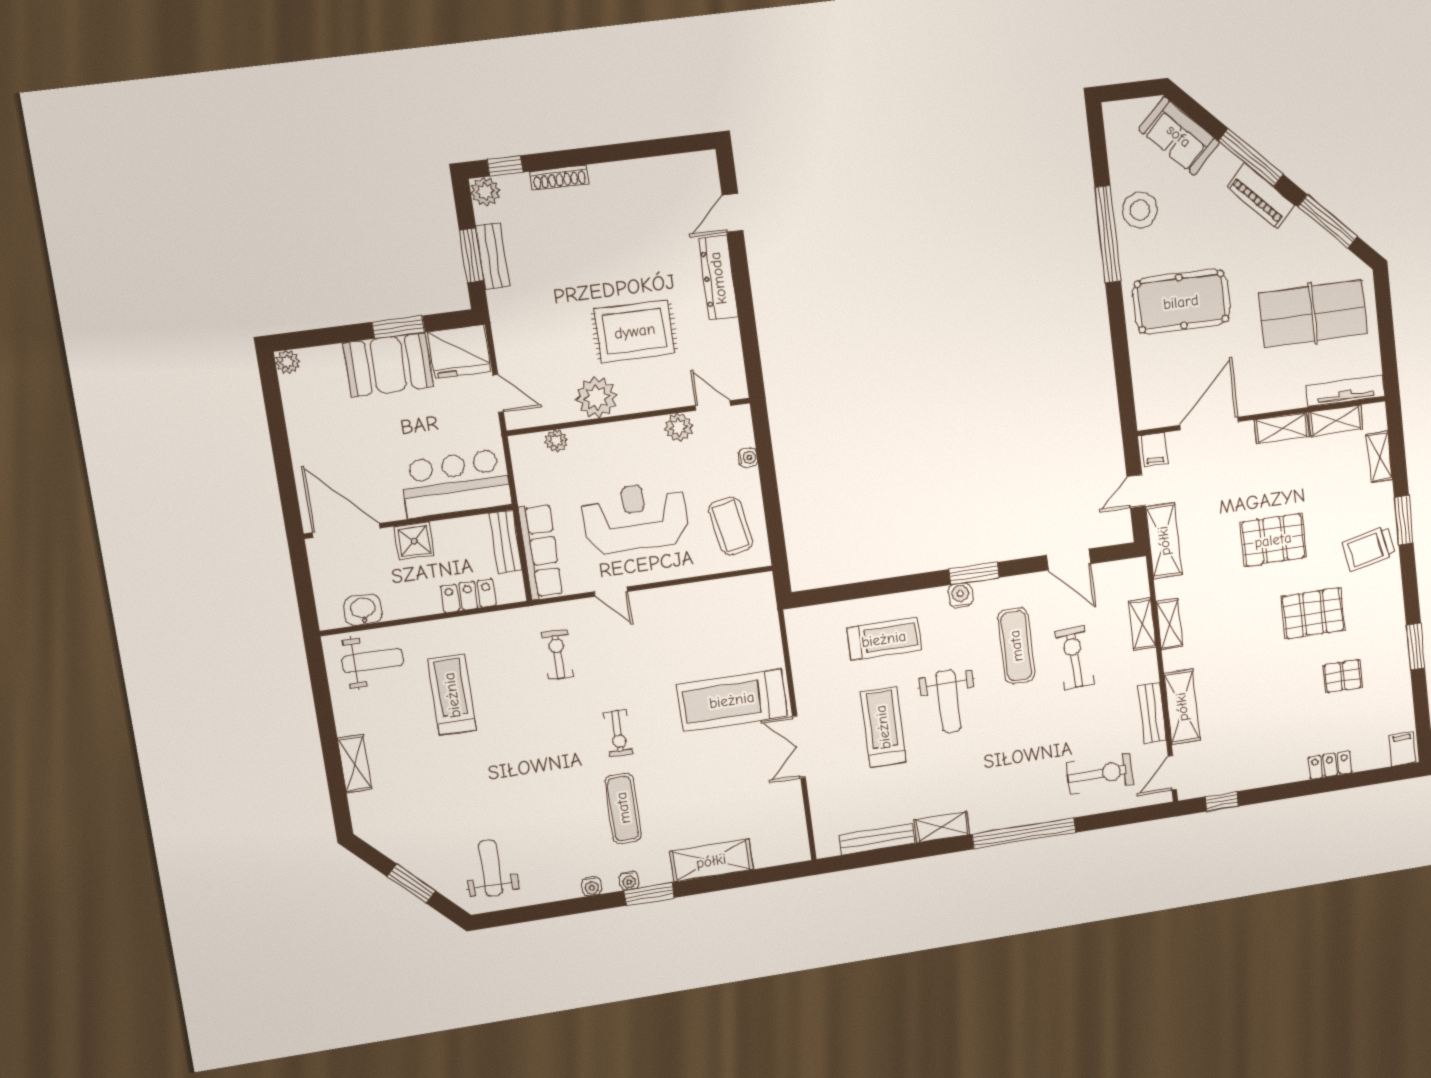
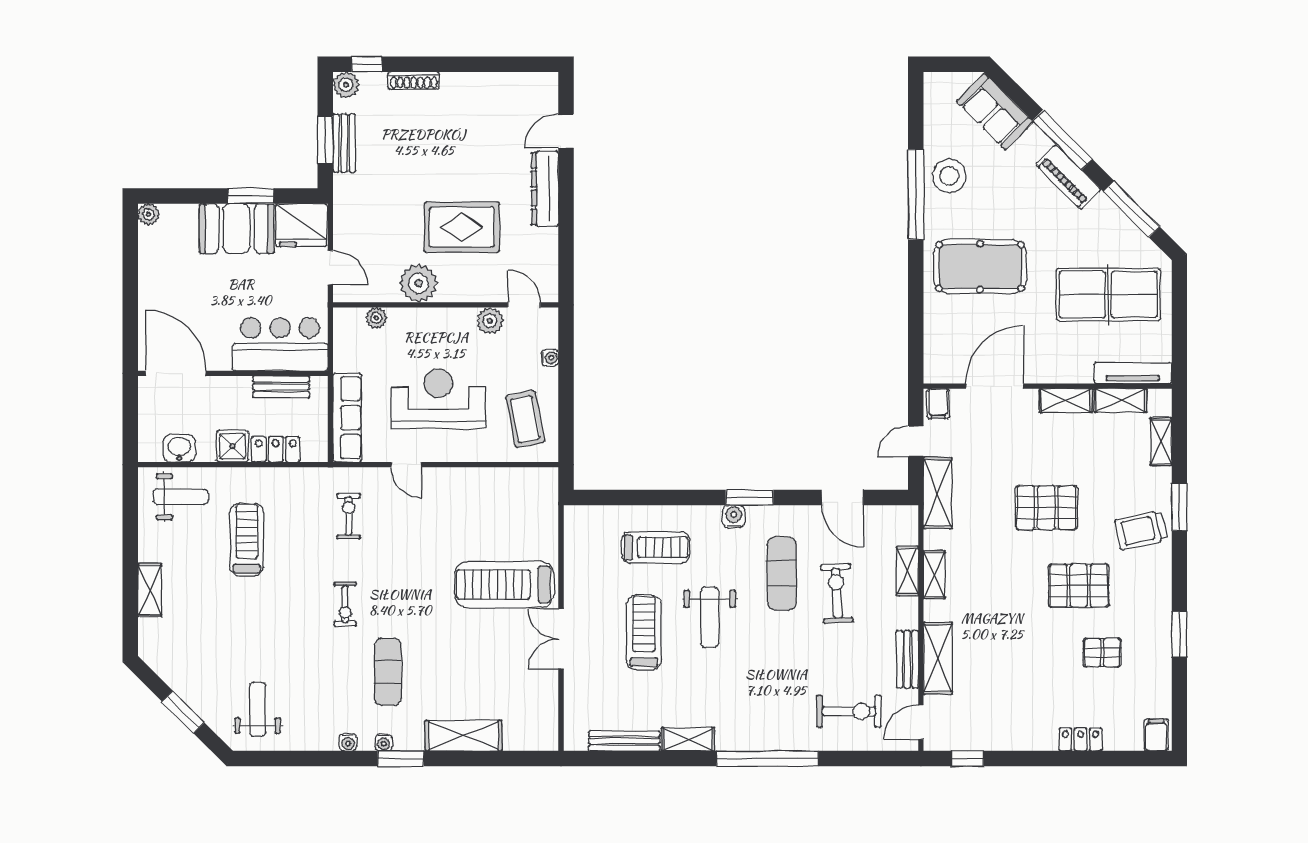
shower: (414, 541) -> (232, 446), moved
bench: (506, 542) -> (281, 387), moved, turned 90
exercise bike: (618, 733) -> (345, 604), moved

